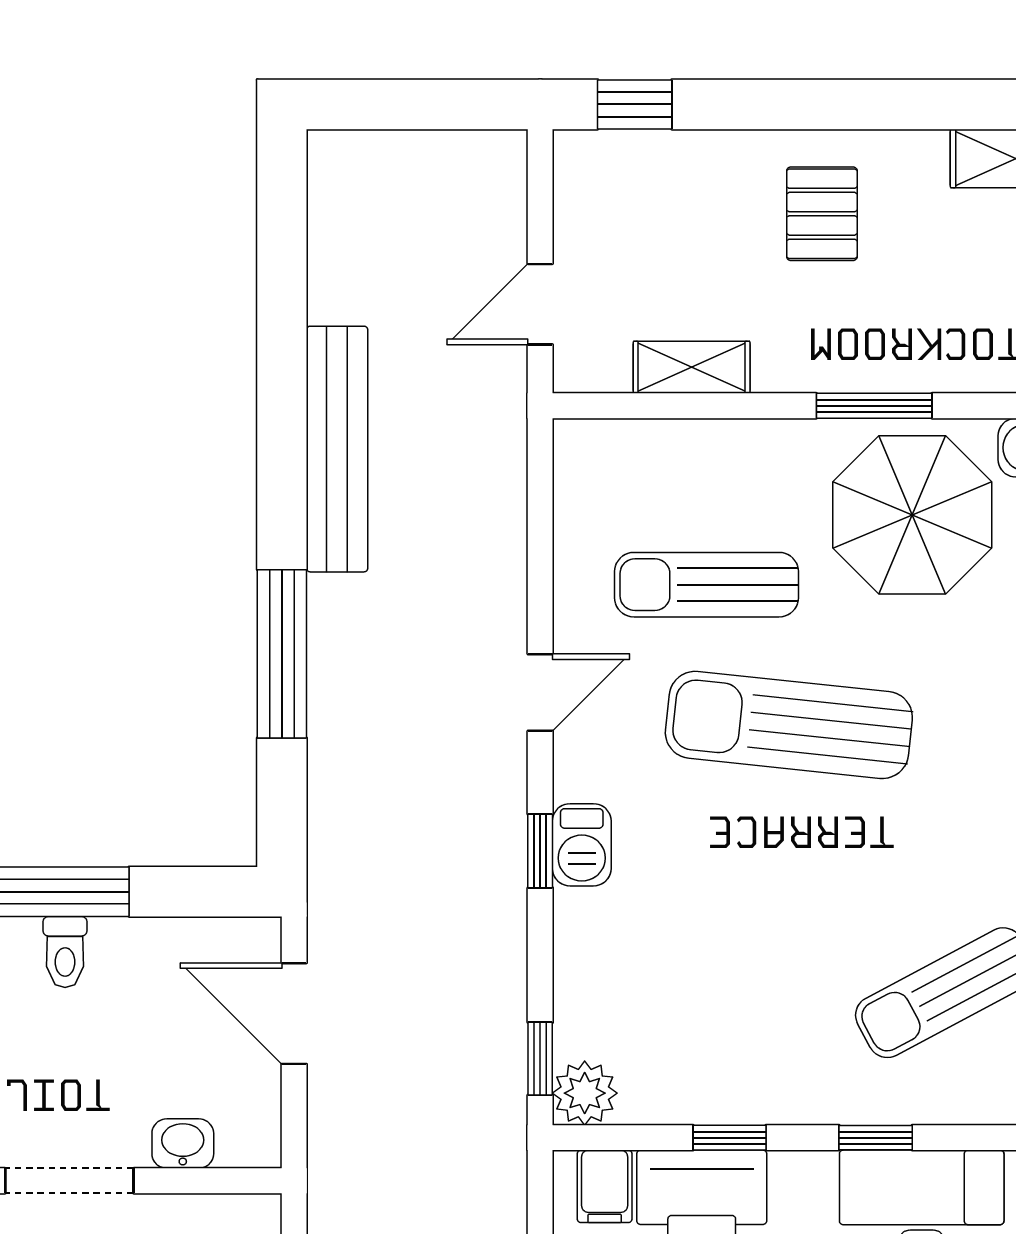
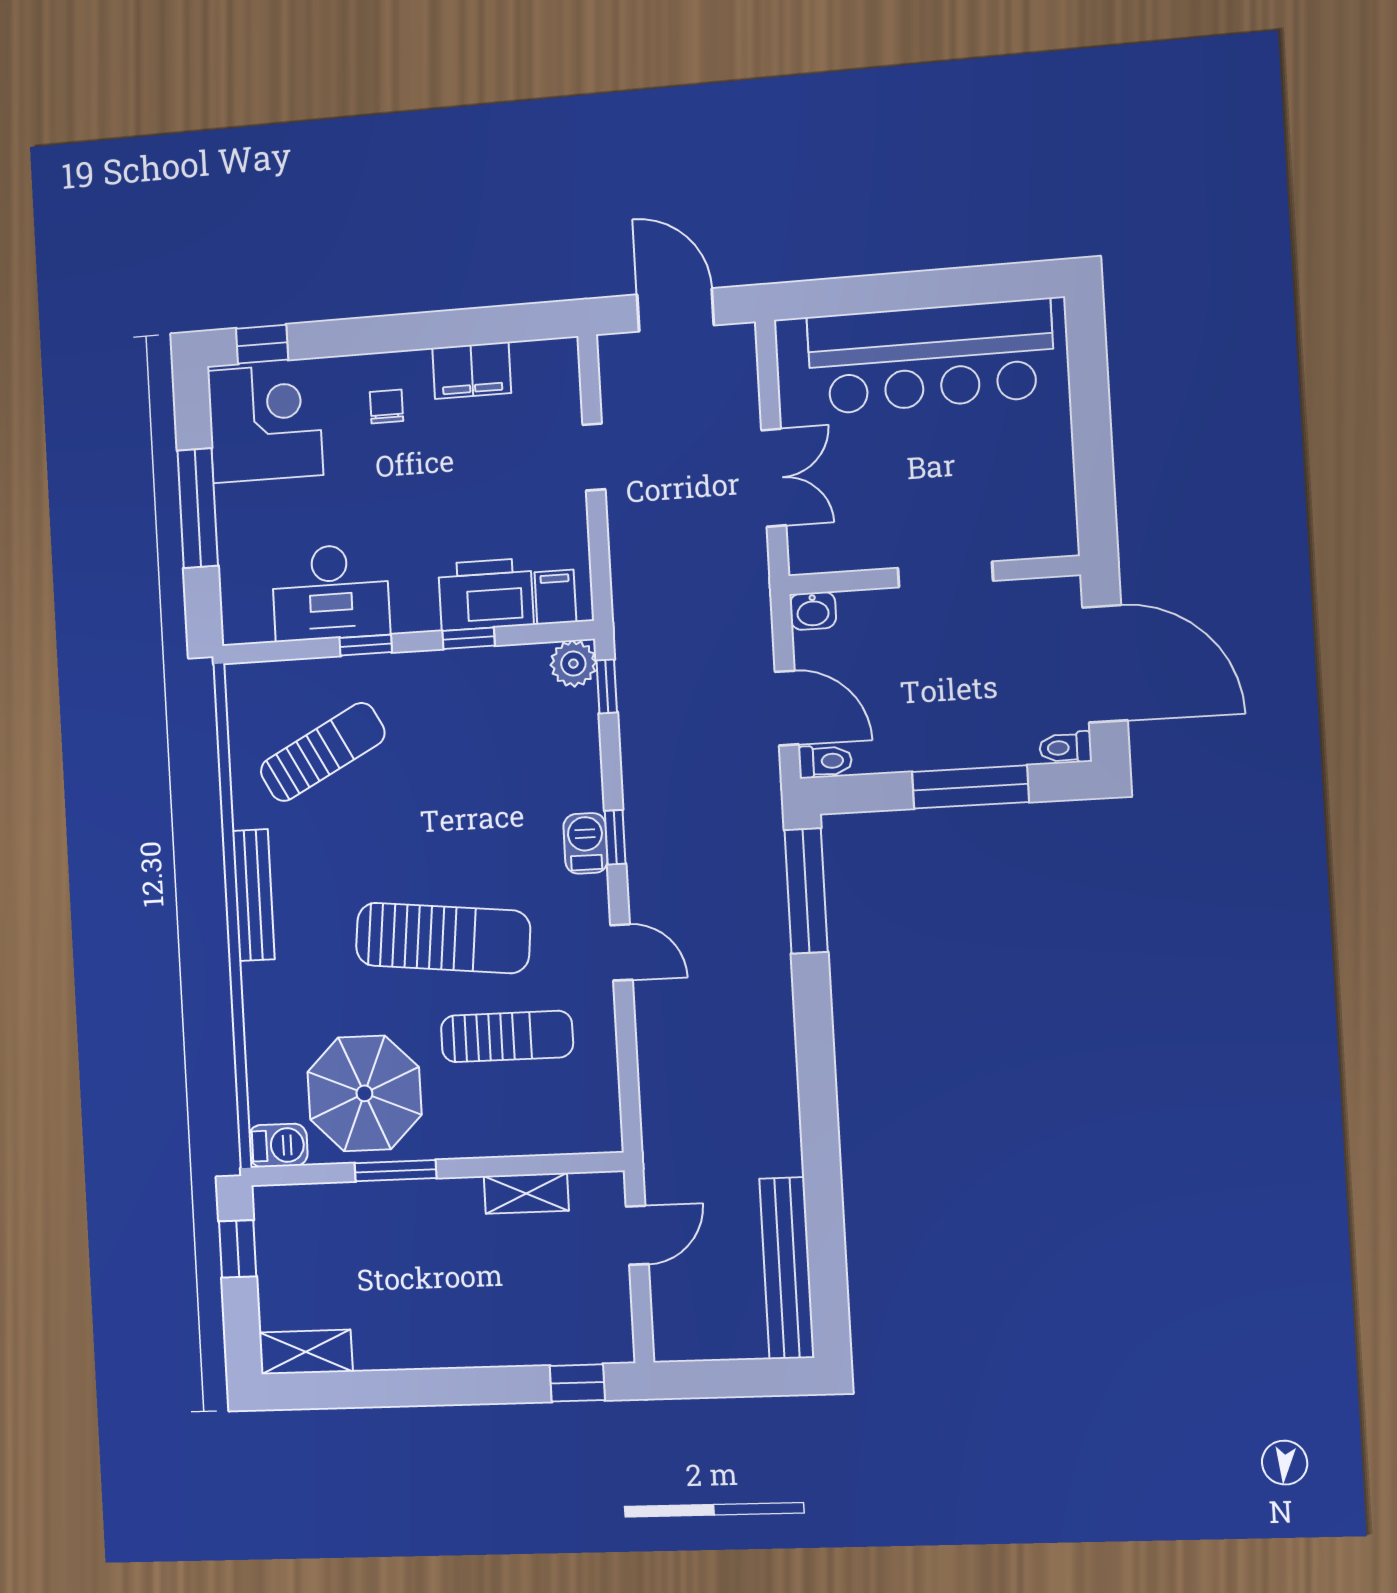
pallet: (822, 214) -> (440, 1308), removed
bench: (337, 449) -> (787, 1268), moved
window: (282, 654) -> (806, 891), moved
door: (540, 692) -> (622, 952), swing flipped
toilet: (65, 952) -> (825, 761), moved, turned 90
washbasin: (183, 1144) -> (813, 611), moved

